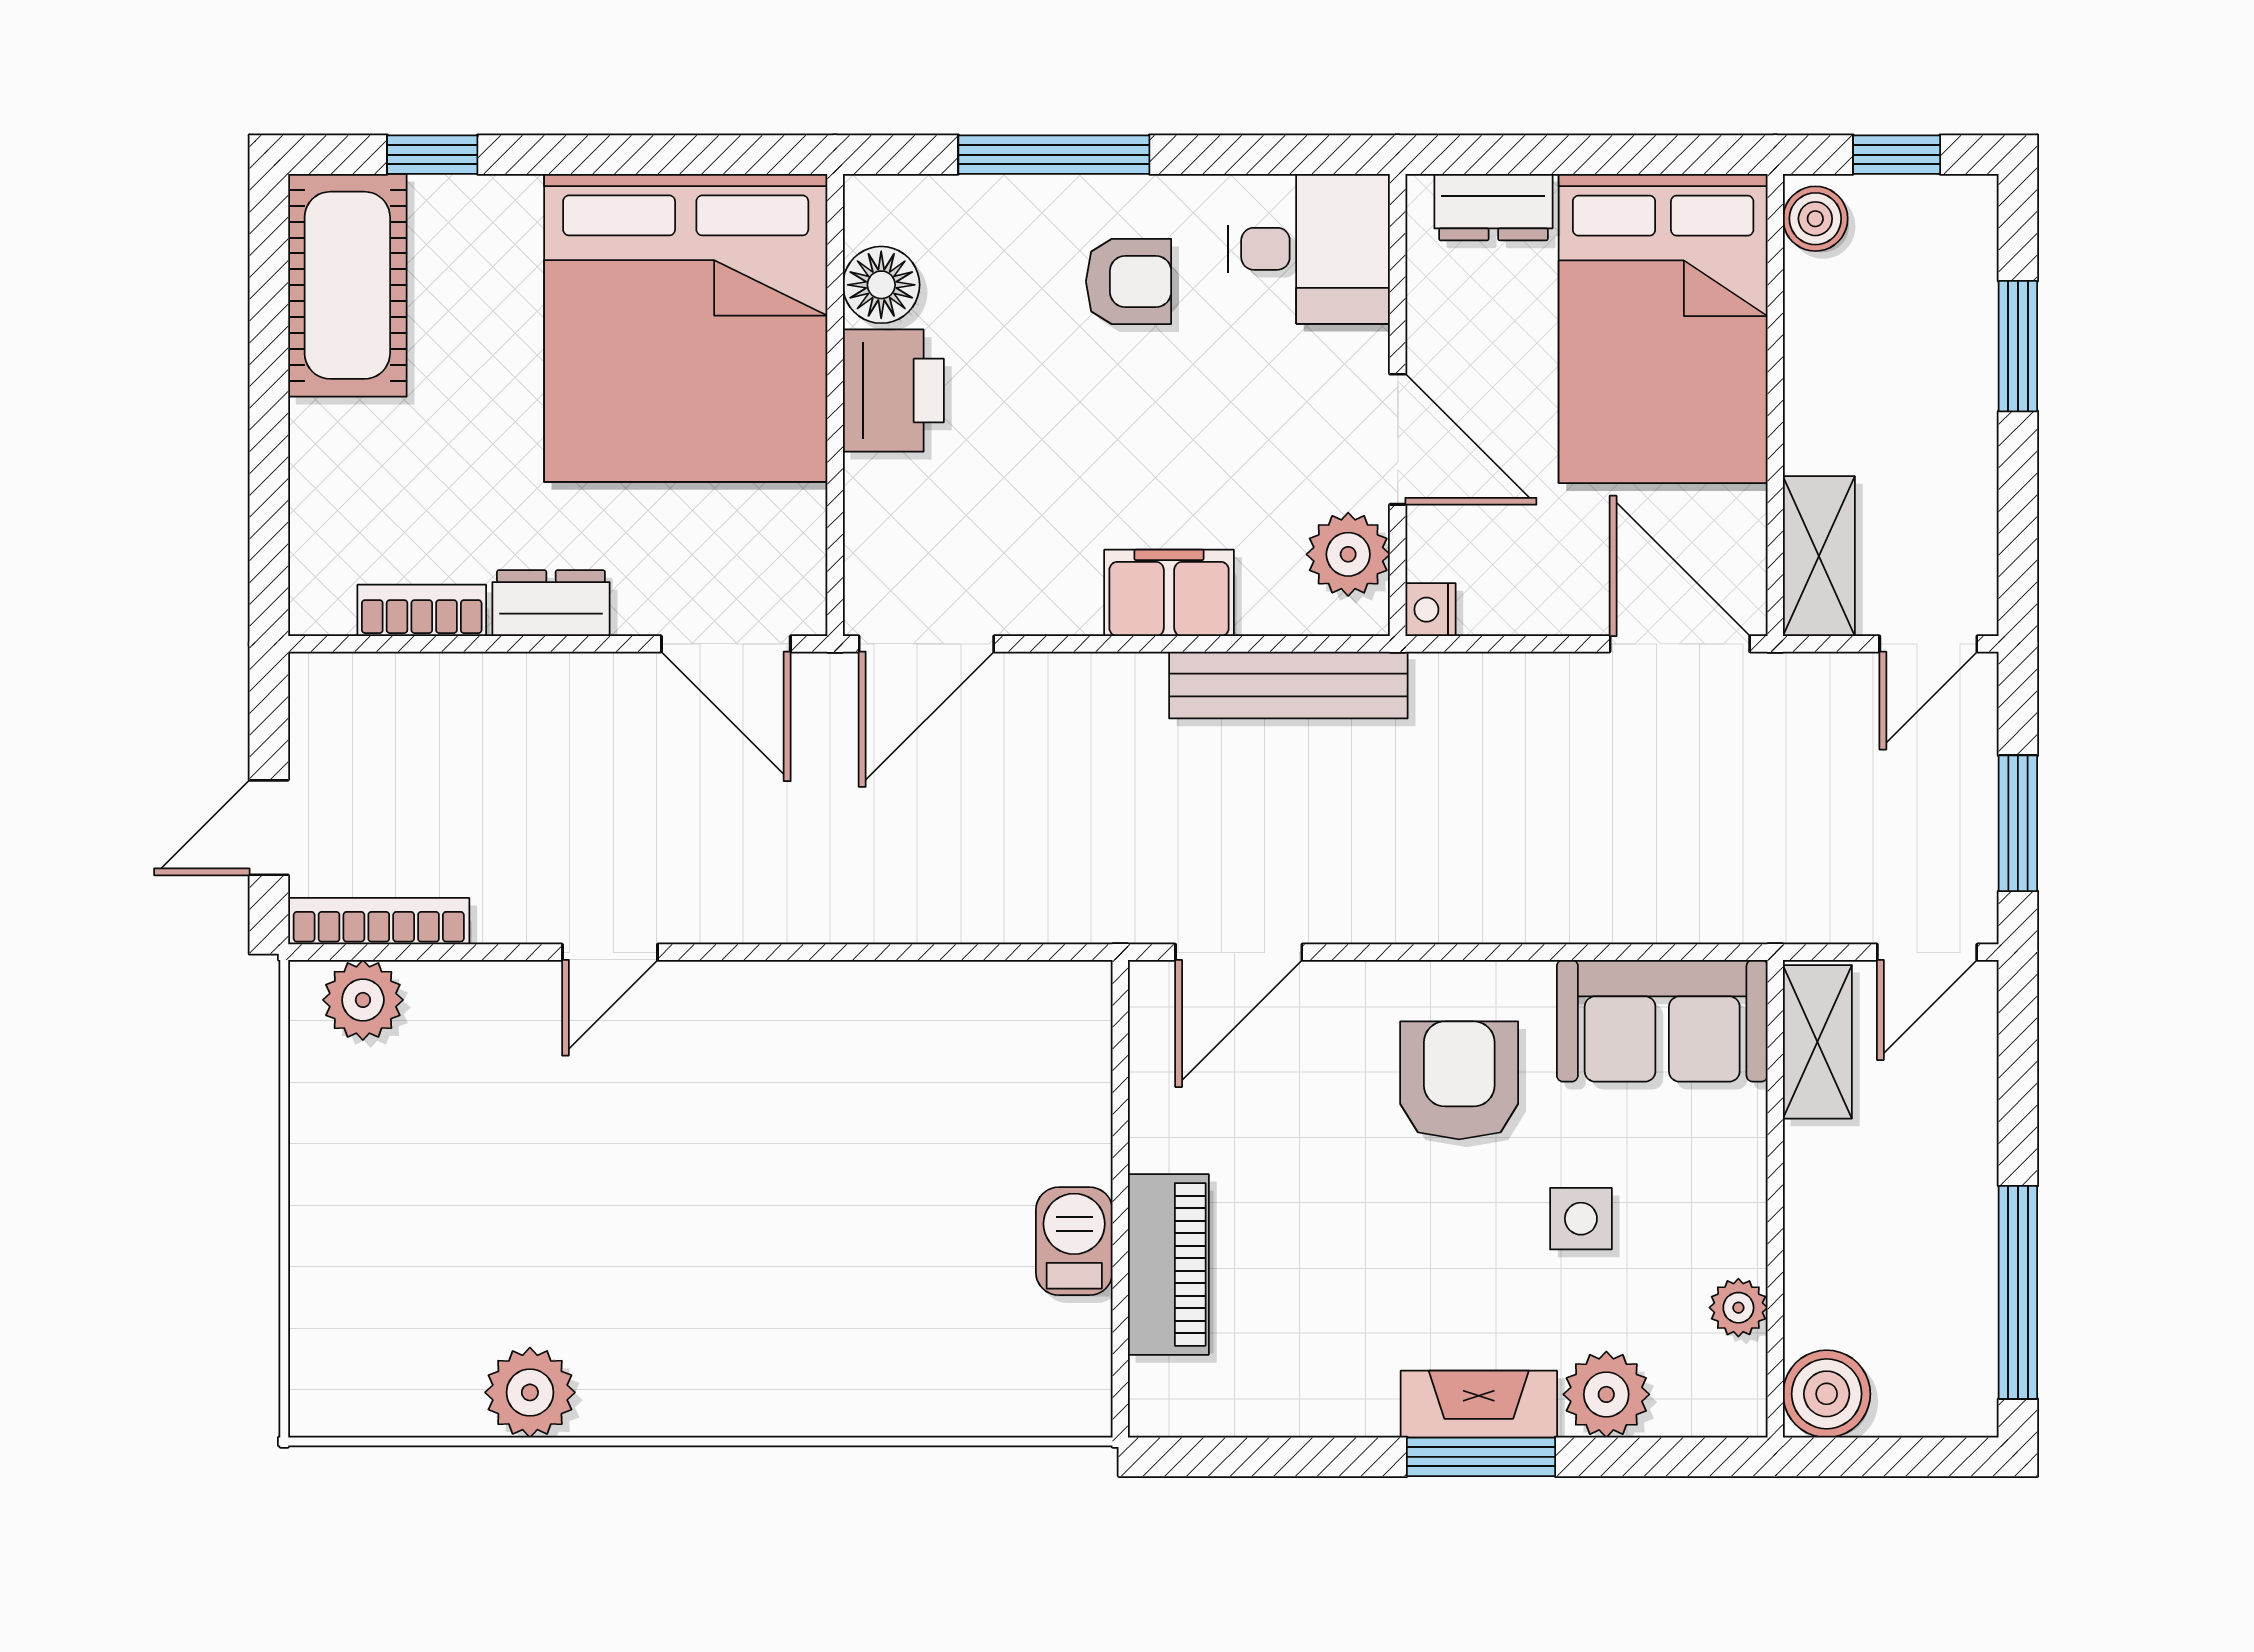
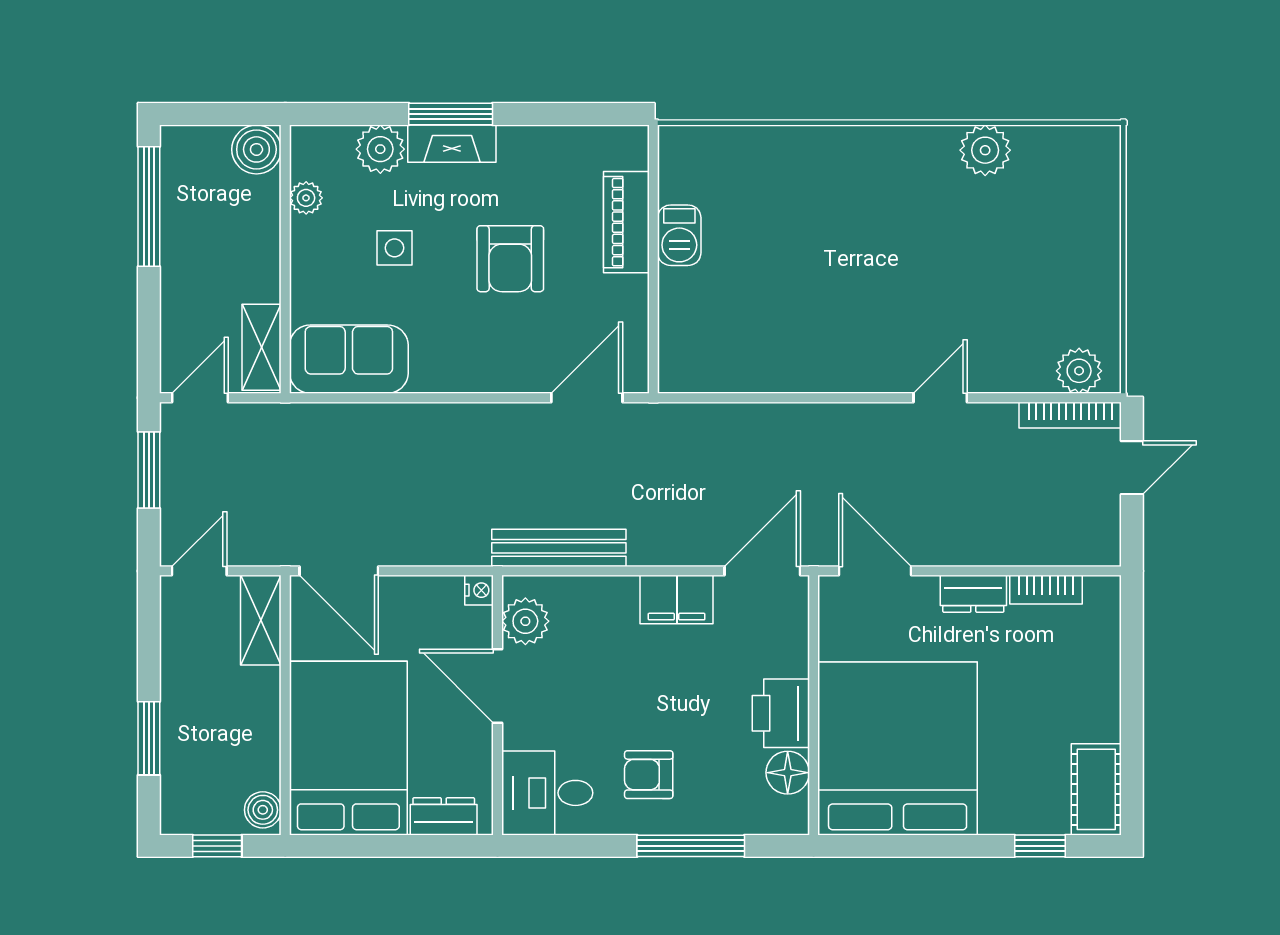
cot: (347, 285) -> (1096, 789), width x0.73, depth x0.75
filing cabinet: (1169, 593) -> (677, 600), moved
armchair: (1459, 1080) -> (510, 259), moved

